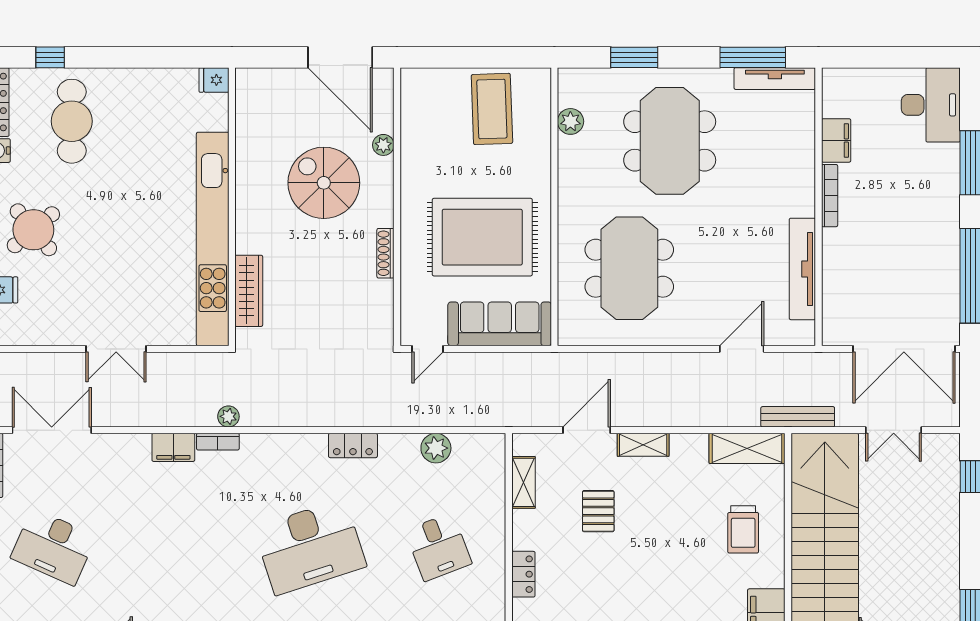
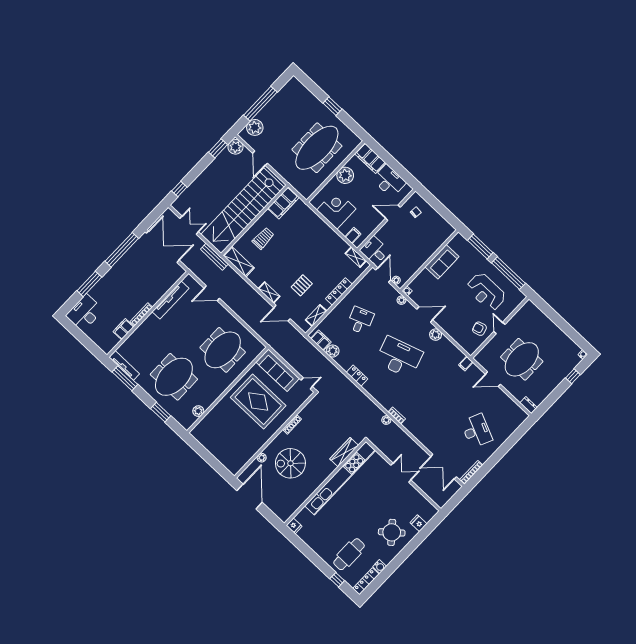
coffee table: (492, 109) -> (218, 437), removed
spiral stairs: (324, 183) -> (290, 463), turned 90
filing cabinet: (173, 447) -> (321, 340), moved
locker: (523, 574) -> (339, 291), width x1.53

